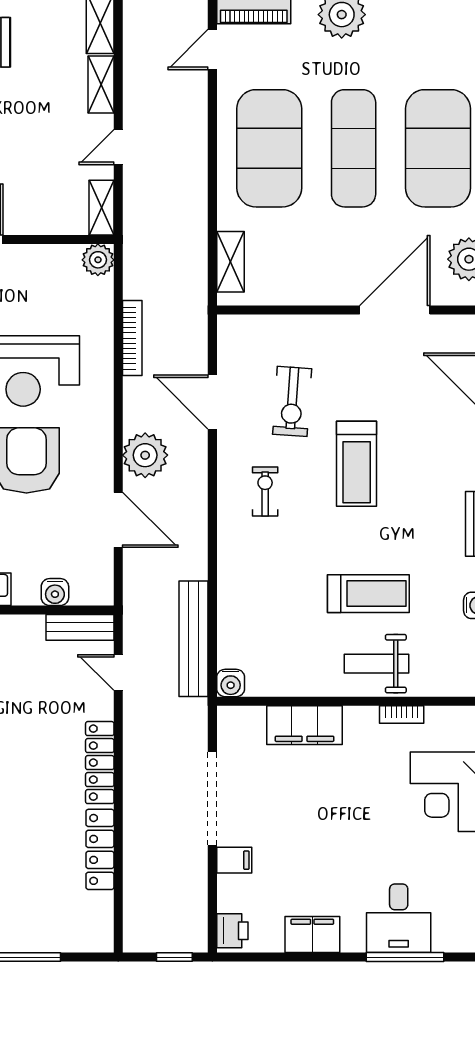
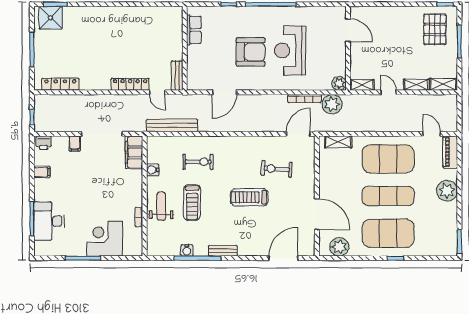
door: (212, 402) -> (298, 134), moved
plant: (145, 455) -> (332, 104), moved
exercise bike: (265, 492) -> (198, 162), moved, width x1.38, depth x1.39
water cooler: (55, 592) -> (193, 64), removed
door: (118, 673) -> (157, 92), swing flipped
water cooler: (231, 683) -> (153, 170), moved
filing cabinet: (305, 725) -> (134, 152), moved
locker: (100, 763) -> (130, 84), moved
locker: (100, 849) -> (60, 84), moved
desk: (399, 918) -> (49, 221), width x1.37
filing cabinet: (312, 934) -> (42, 172), width x0.50

